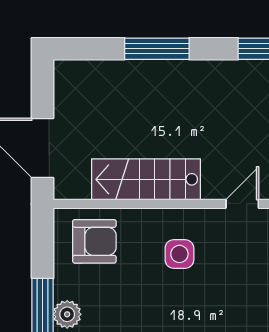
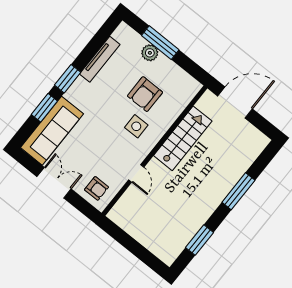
armchair: (94, 241) -> (145, 94), moved

